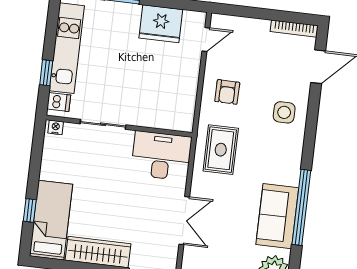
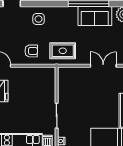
desk: (161, 156) -> (70, 82), removed

